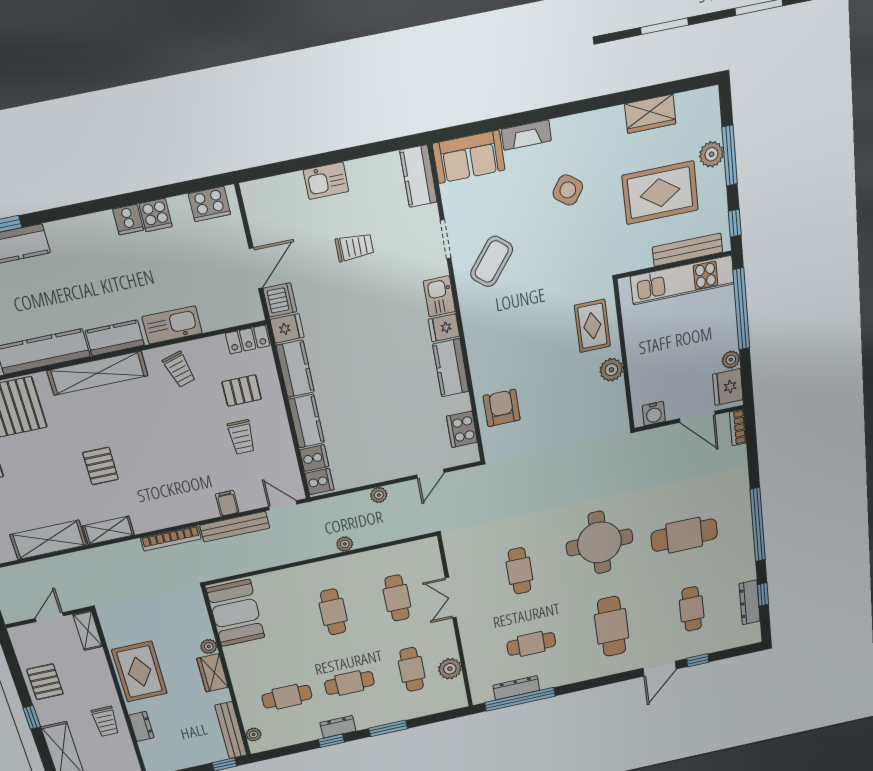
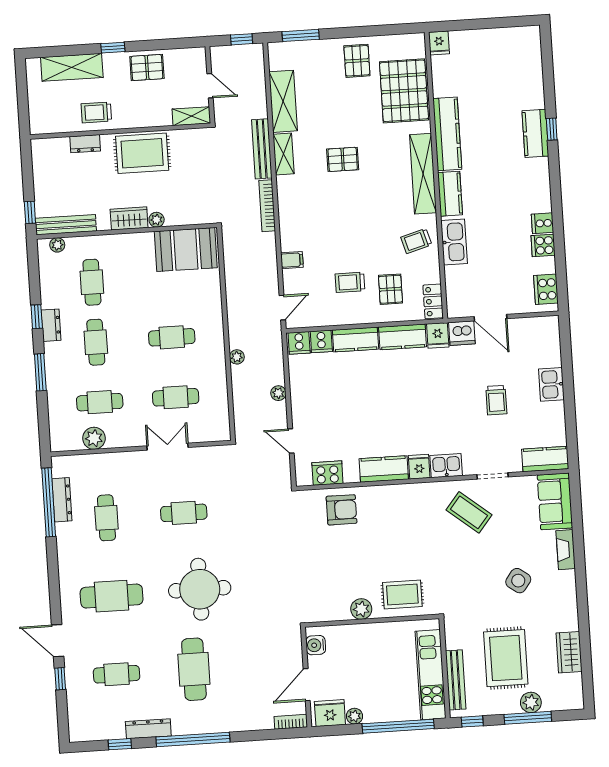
bench: (235, 527) -> (262, 149), moved
dresser: (750, 602) -> (148, 729), moved

